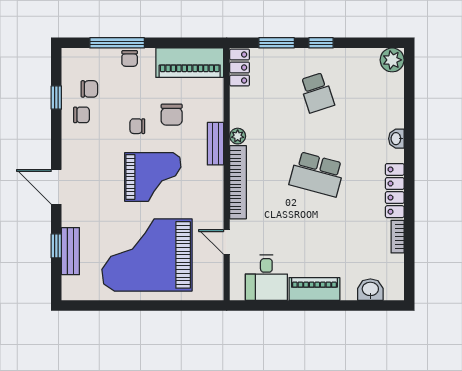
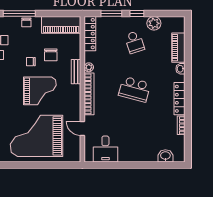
plant: (392, 60) -> (154, 23), moved
locker: (240, 68) -> (90, 34), width x1.53
piano: (314, 289) -> (178, 48), moved, turned -90

